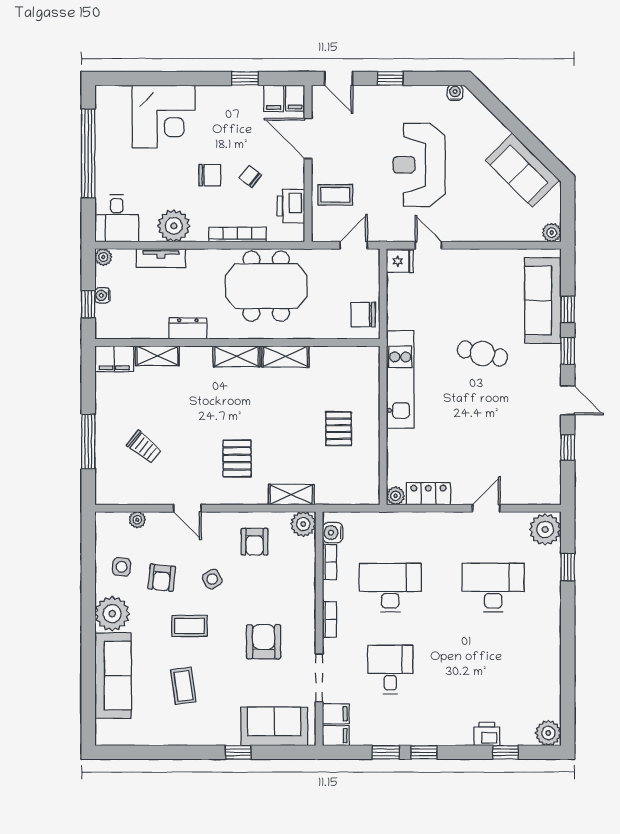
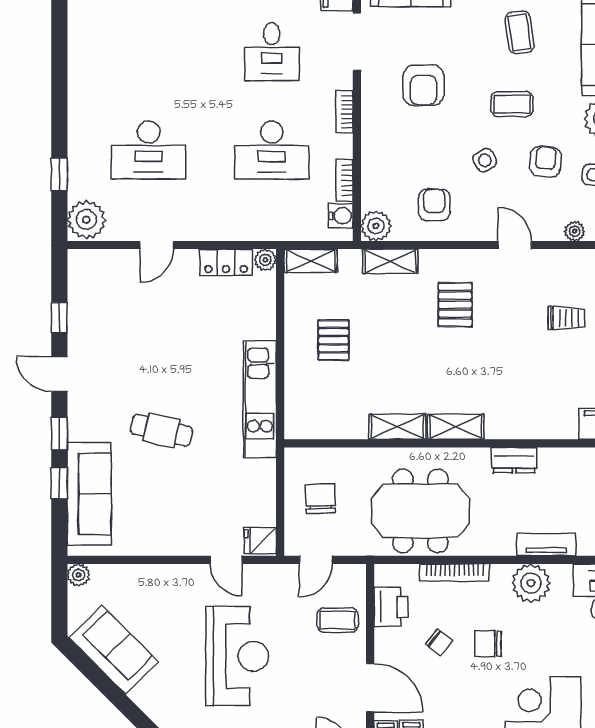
chair: (363, 315) -> (320, 499), moved, turned -92
shelving: (157, 356) -> (311, 261), moved
trolley: (144, 447) -> (566, 318), turned 141

